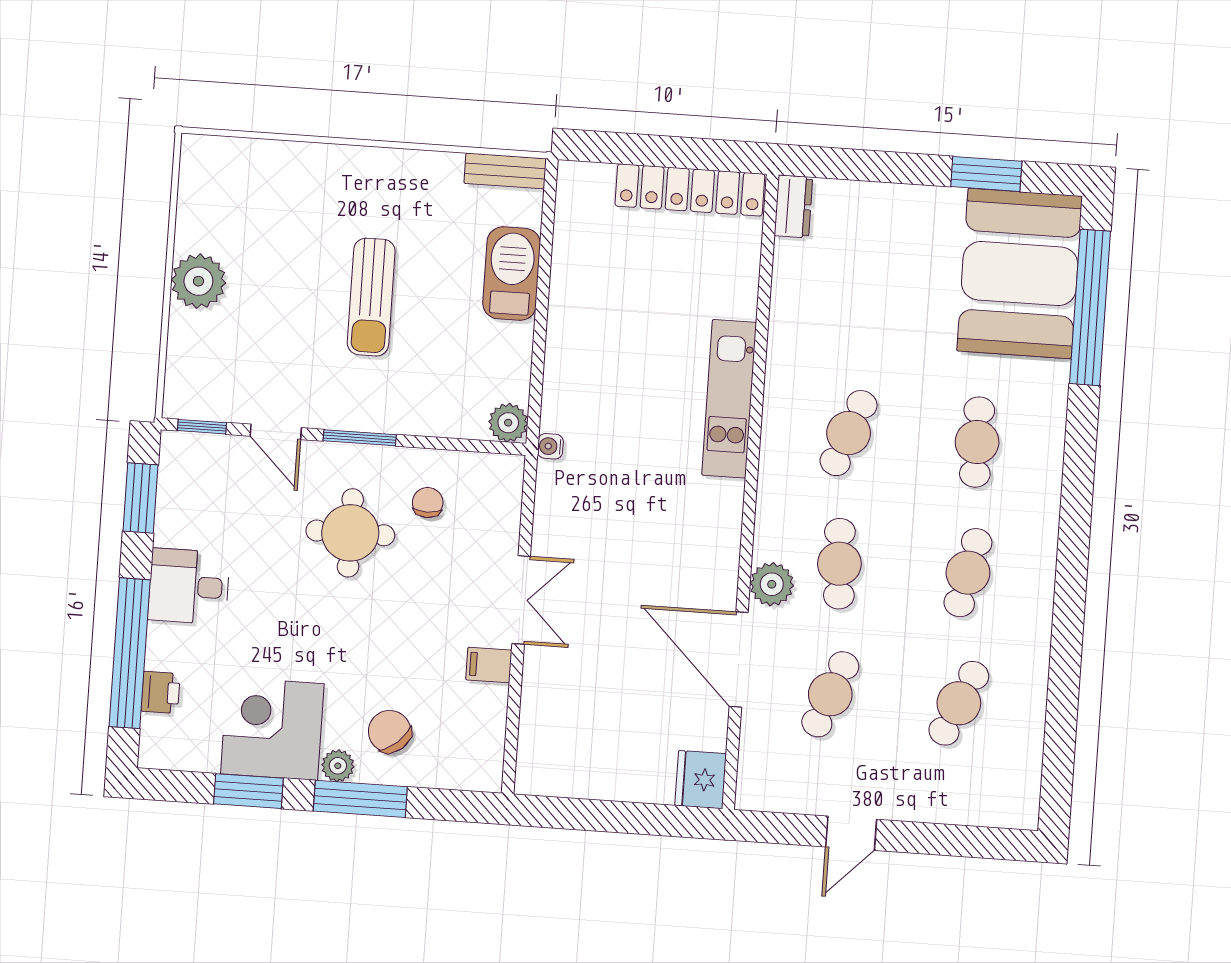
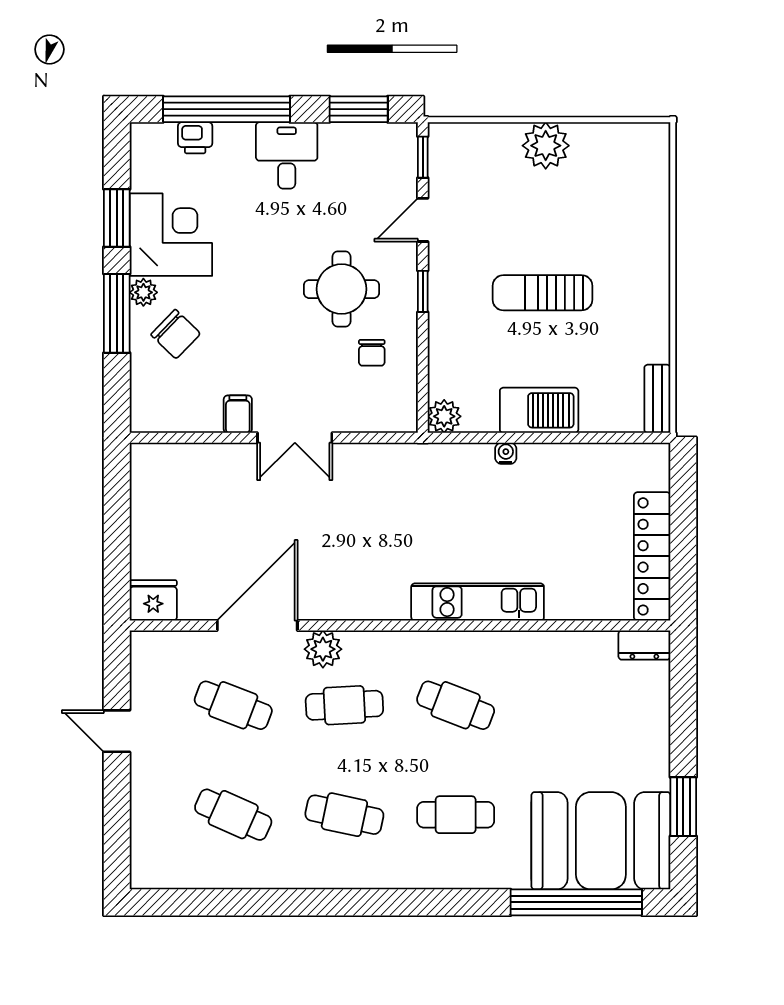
barbecue: (512, 274) -> (539, 410), moved
window: (360, 438) -> (423, 291), width x0.67
water cooler: (550, 446) -> (506, 453), moved
chair: (428, 503) -> (372, 353), turned 90
chair: (390, 731) -> (176, 334), turned 85

